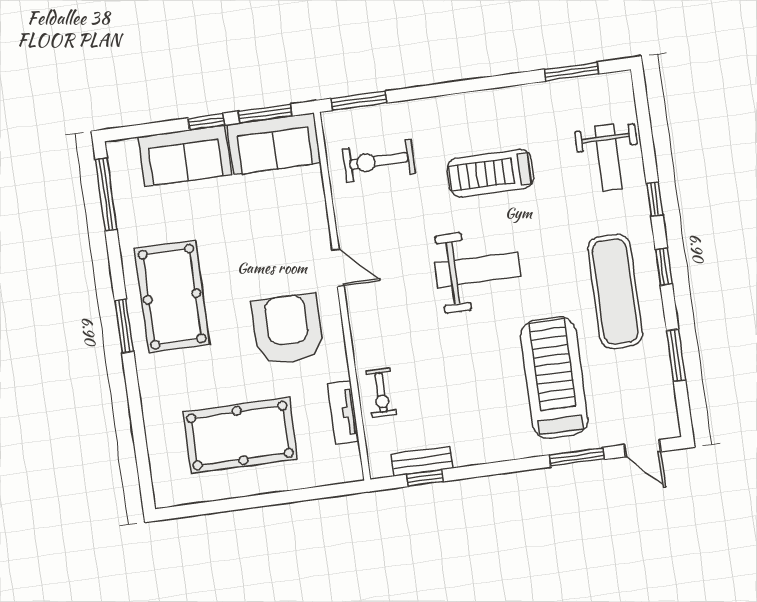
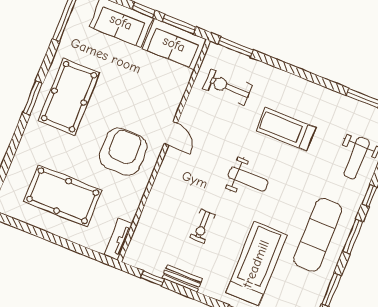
window: (664, 267) -> (353, 237), width x1.50
weight bench: (478, 270) -> (248, 179), width x0.73, depth x0.75
exercise bike: (381, 392) -> (202, 226), moved
tv unit: (343, 412) -> (118, 239), moved
bench: (422, 461) -> (182, 279), moved

